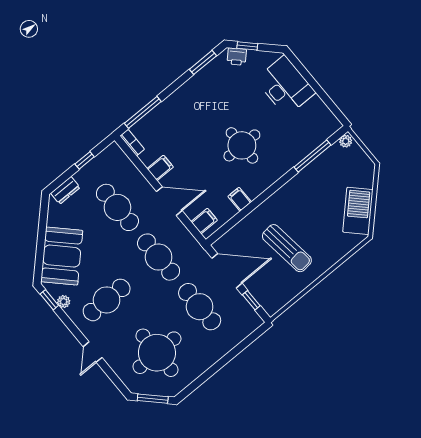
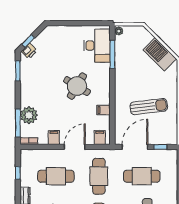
desk: (285, 86) -> (97, 46), moved, turned 90
plant: (162, 118) -> (29, 115), added
round table: (242, 145) -> (77, 86), turned 31
cafe table: (159, 257) -> (99, 176), turned 90

